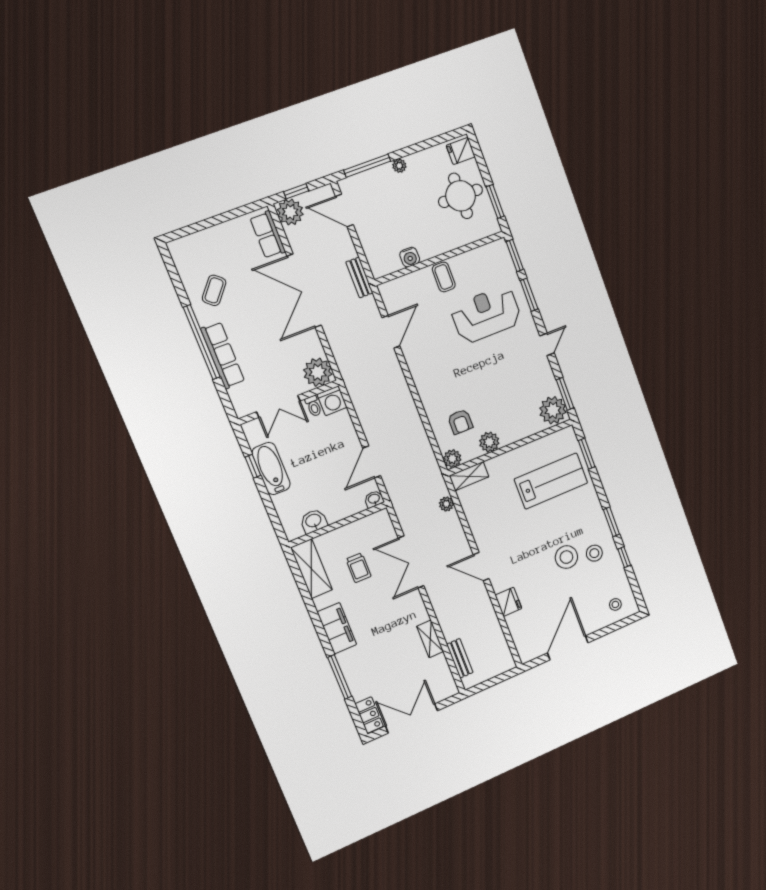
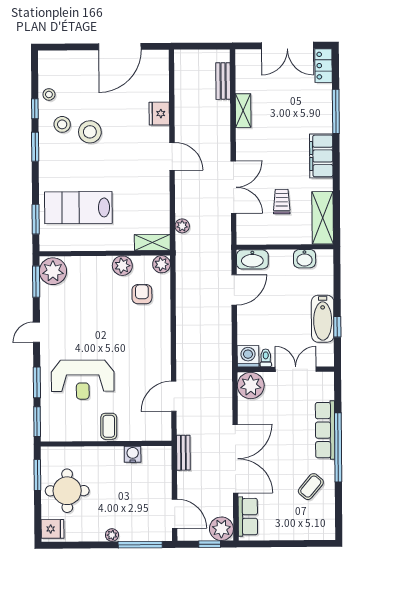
washbasin: (374, 499) -> (252, 259), width x1.91, depth x1.45
stool: (615, 604) -> (49, 94), moved

